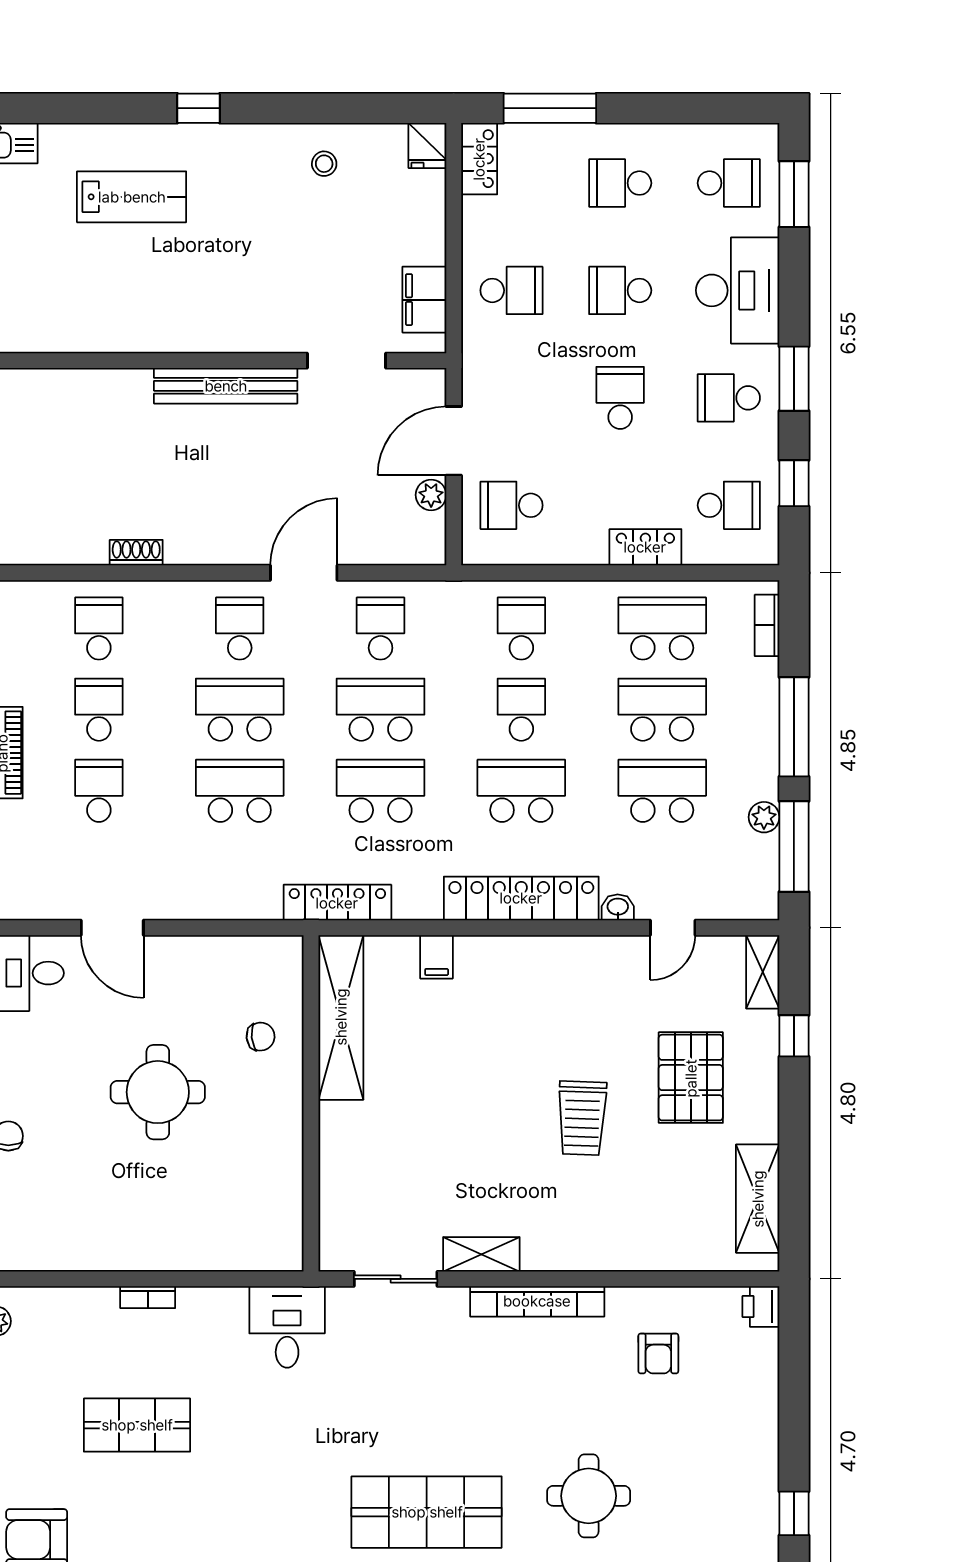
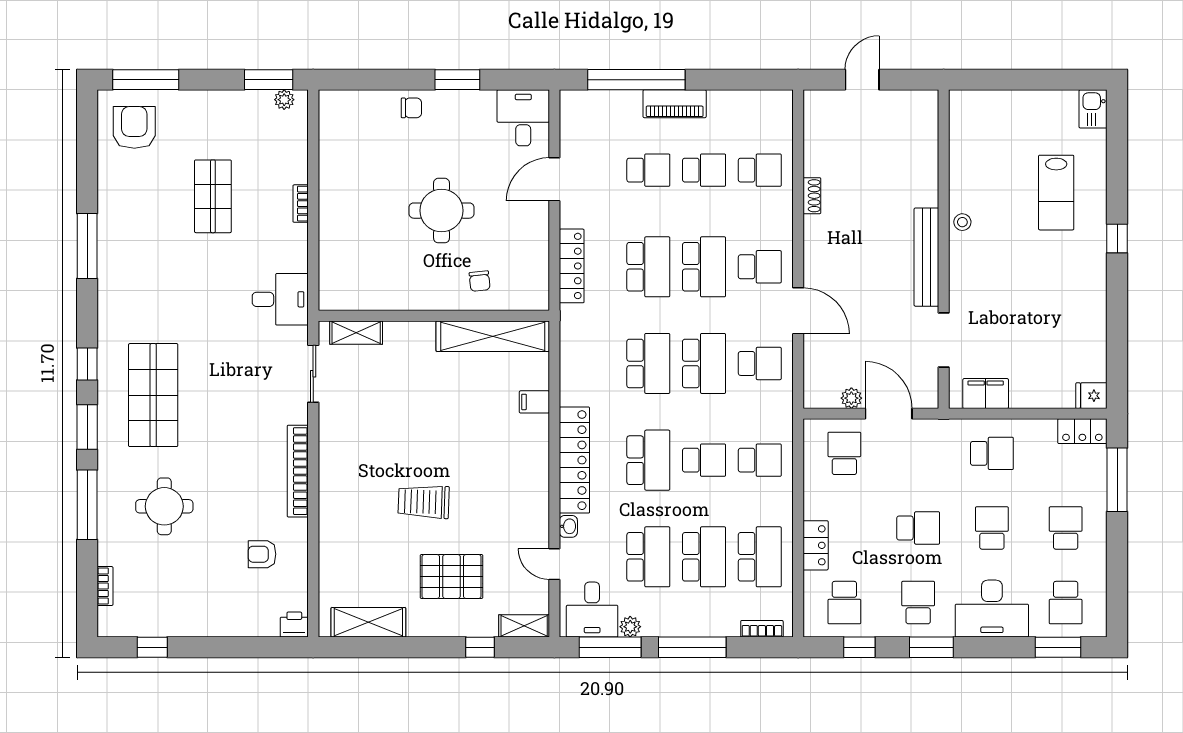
stool: (324, 164) -> (962, 222), moved
school desk: (511, 290) -> (992, 453), turned -90
desk: (739, 873) -> (592, 610), added
locker: (337, 903) -> (572, 266), moved
shelving: (481, 1254) -> (356, 333), moved, turned 90

